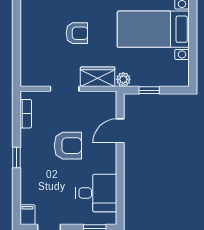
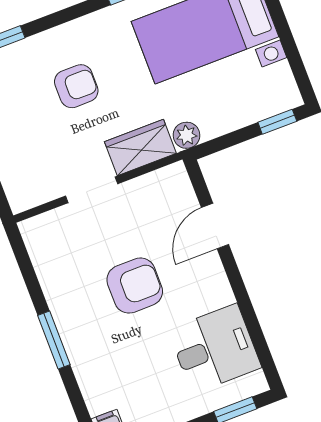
window: (149, 90) -> (277, 122), moved
bookcase: (26, 114) -> (41, 258), removed
window: (16, 158) -> (54, 340), width x1.50

